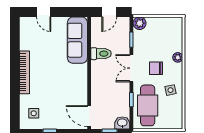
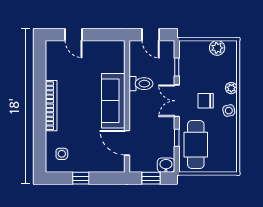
door: (109, 12) -> (151, 35), hinge flipped
plant: (140, 23) -> (217, 48), moved
sofa: (77, 40) -> (113, 101), moved
side table: (170, 90) -> (229, 111), moved
door: (89, 116) -> (127, 143), moved

